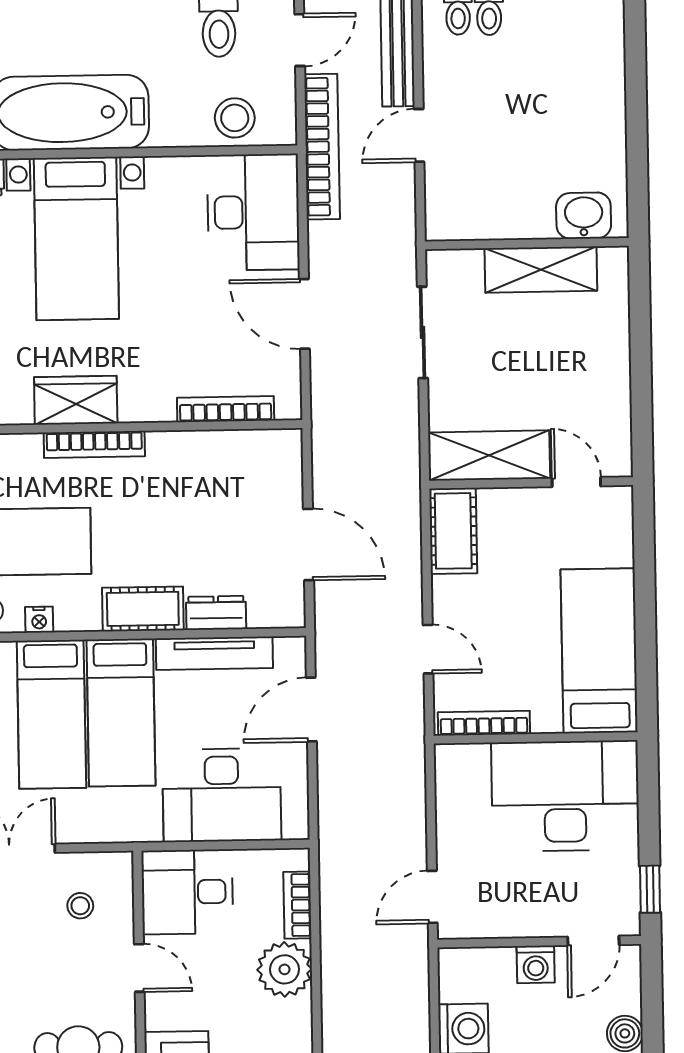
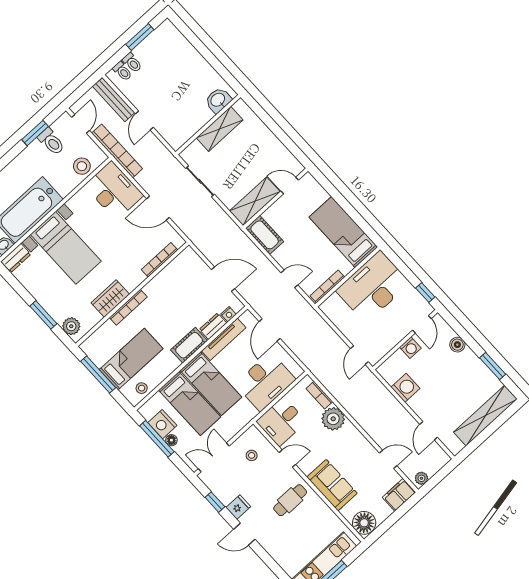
nightstand: (39, 620) -> (228, 314), moved

